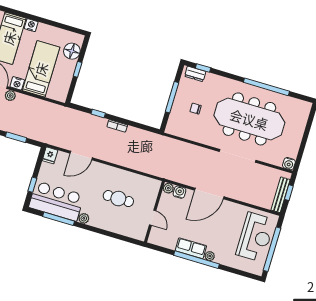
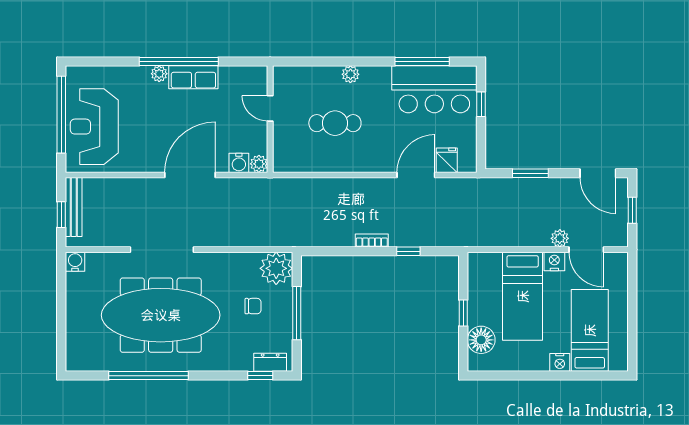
plant: (176, 126) -> (276, 268), added
fridge: (50, 155) -> (447, 160), moved
plant: (84, 218) -> (350, 74), moved

